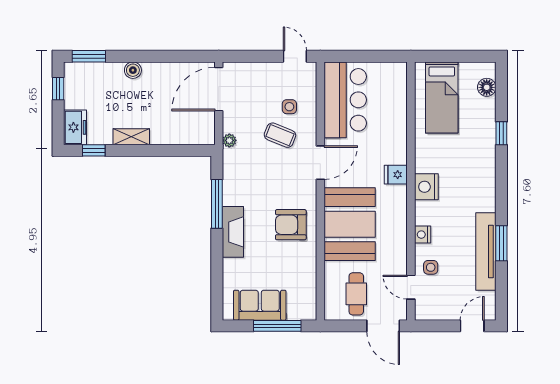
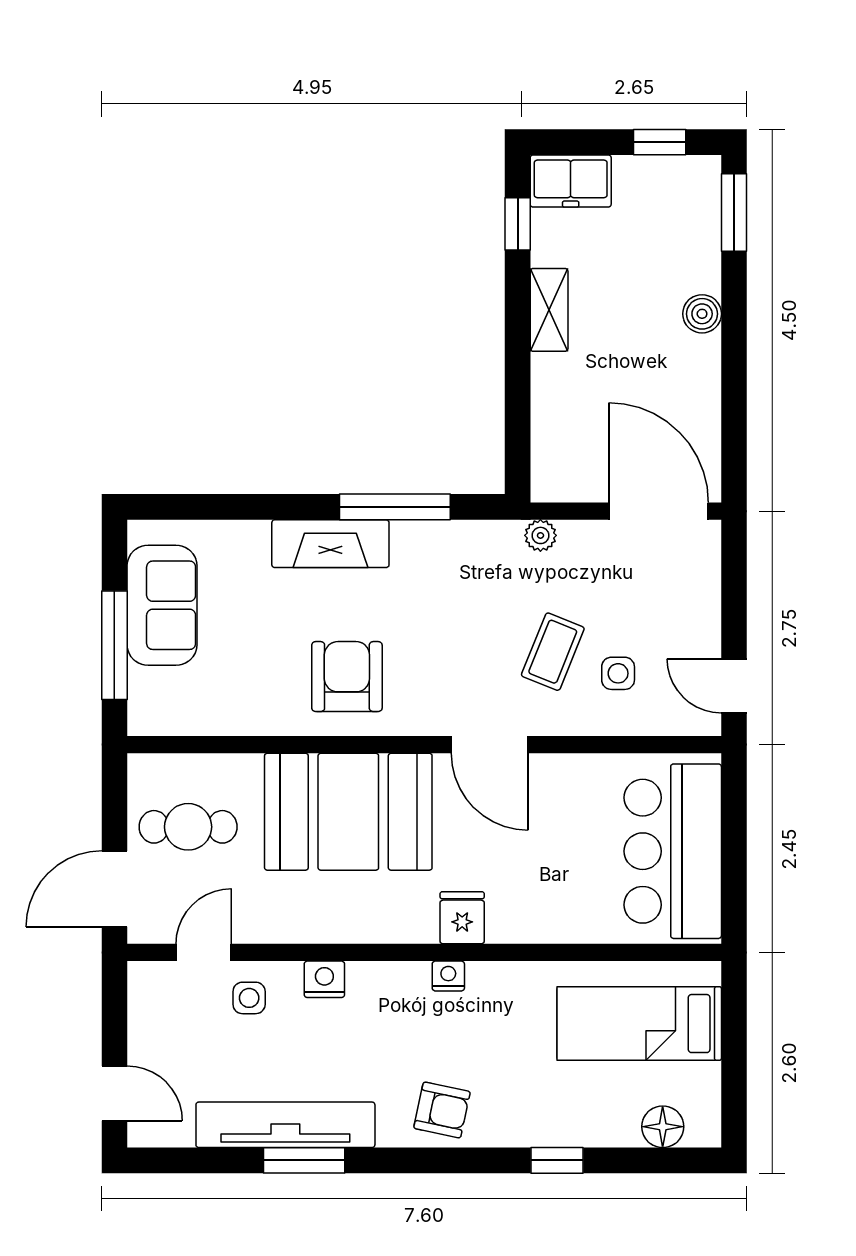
door: (295, 56) -> (734, 686), swing flipped
bar counter: (345, 100) -> (673, 851), moved, turned 90
armchair: (479, 183) -> (442, 1110), added
nightstand: (426, 187) -> (448, 976), width x0.53, depth x0.56

